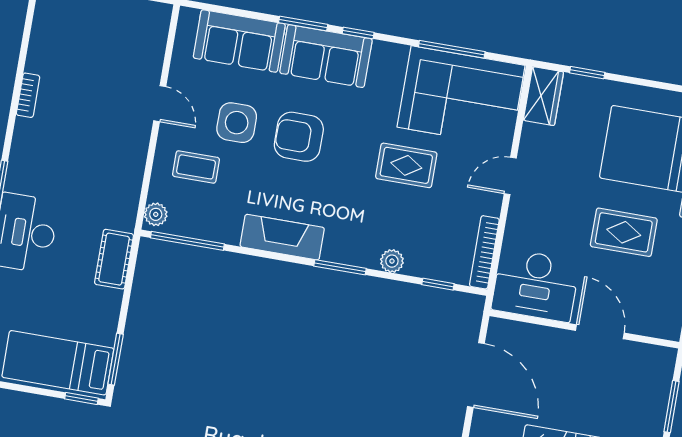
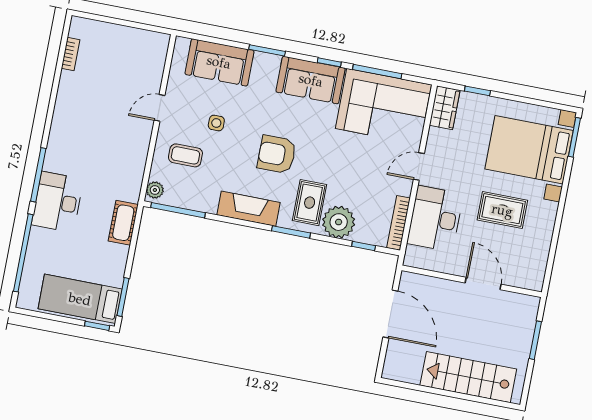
window: (358, 33) -> (329, 62), moved
sofa: (326, 56) -> (311, 80), moved
bookcase: (28, 95) -> (71, 54), moved
door: (160, 104) -> (159, 108), swing flipped
side table: (237, 123) -> (216, 123), width x0.54, depth x0.54
armchair: (299, 137) -> (277, 154), moved
rug: (406, 165) -> (310, 203), moved, turned 90
plant: (392, 261) -> (339, 222), width x1.88, depth x1.88
desk: (536, 285) -> (435, 219), moved, turned 90

